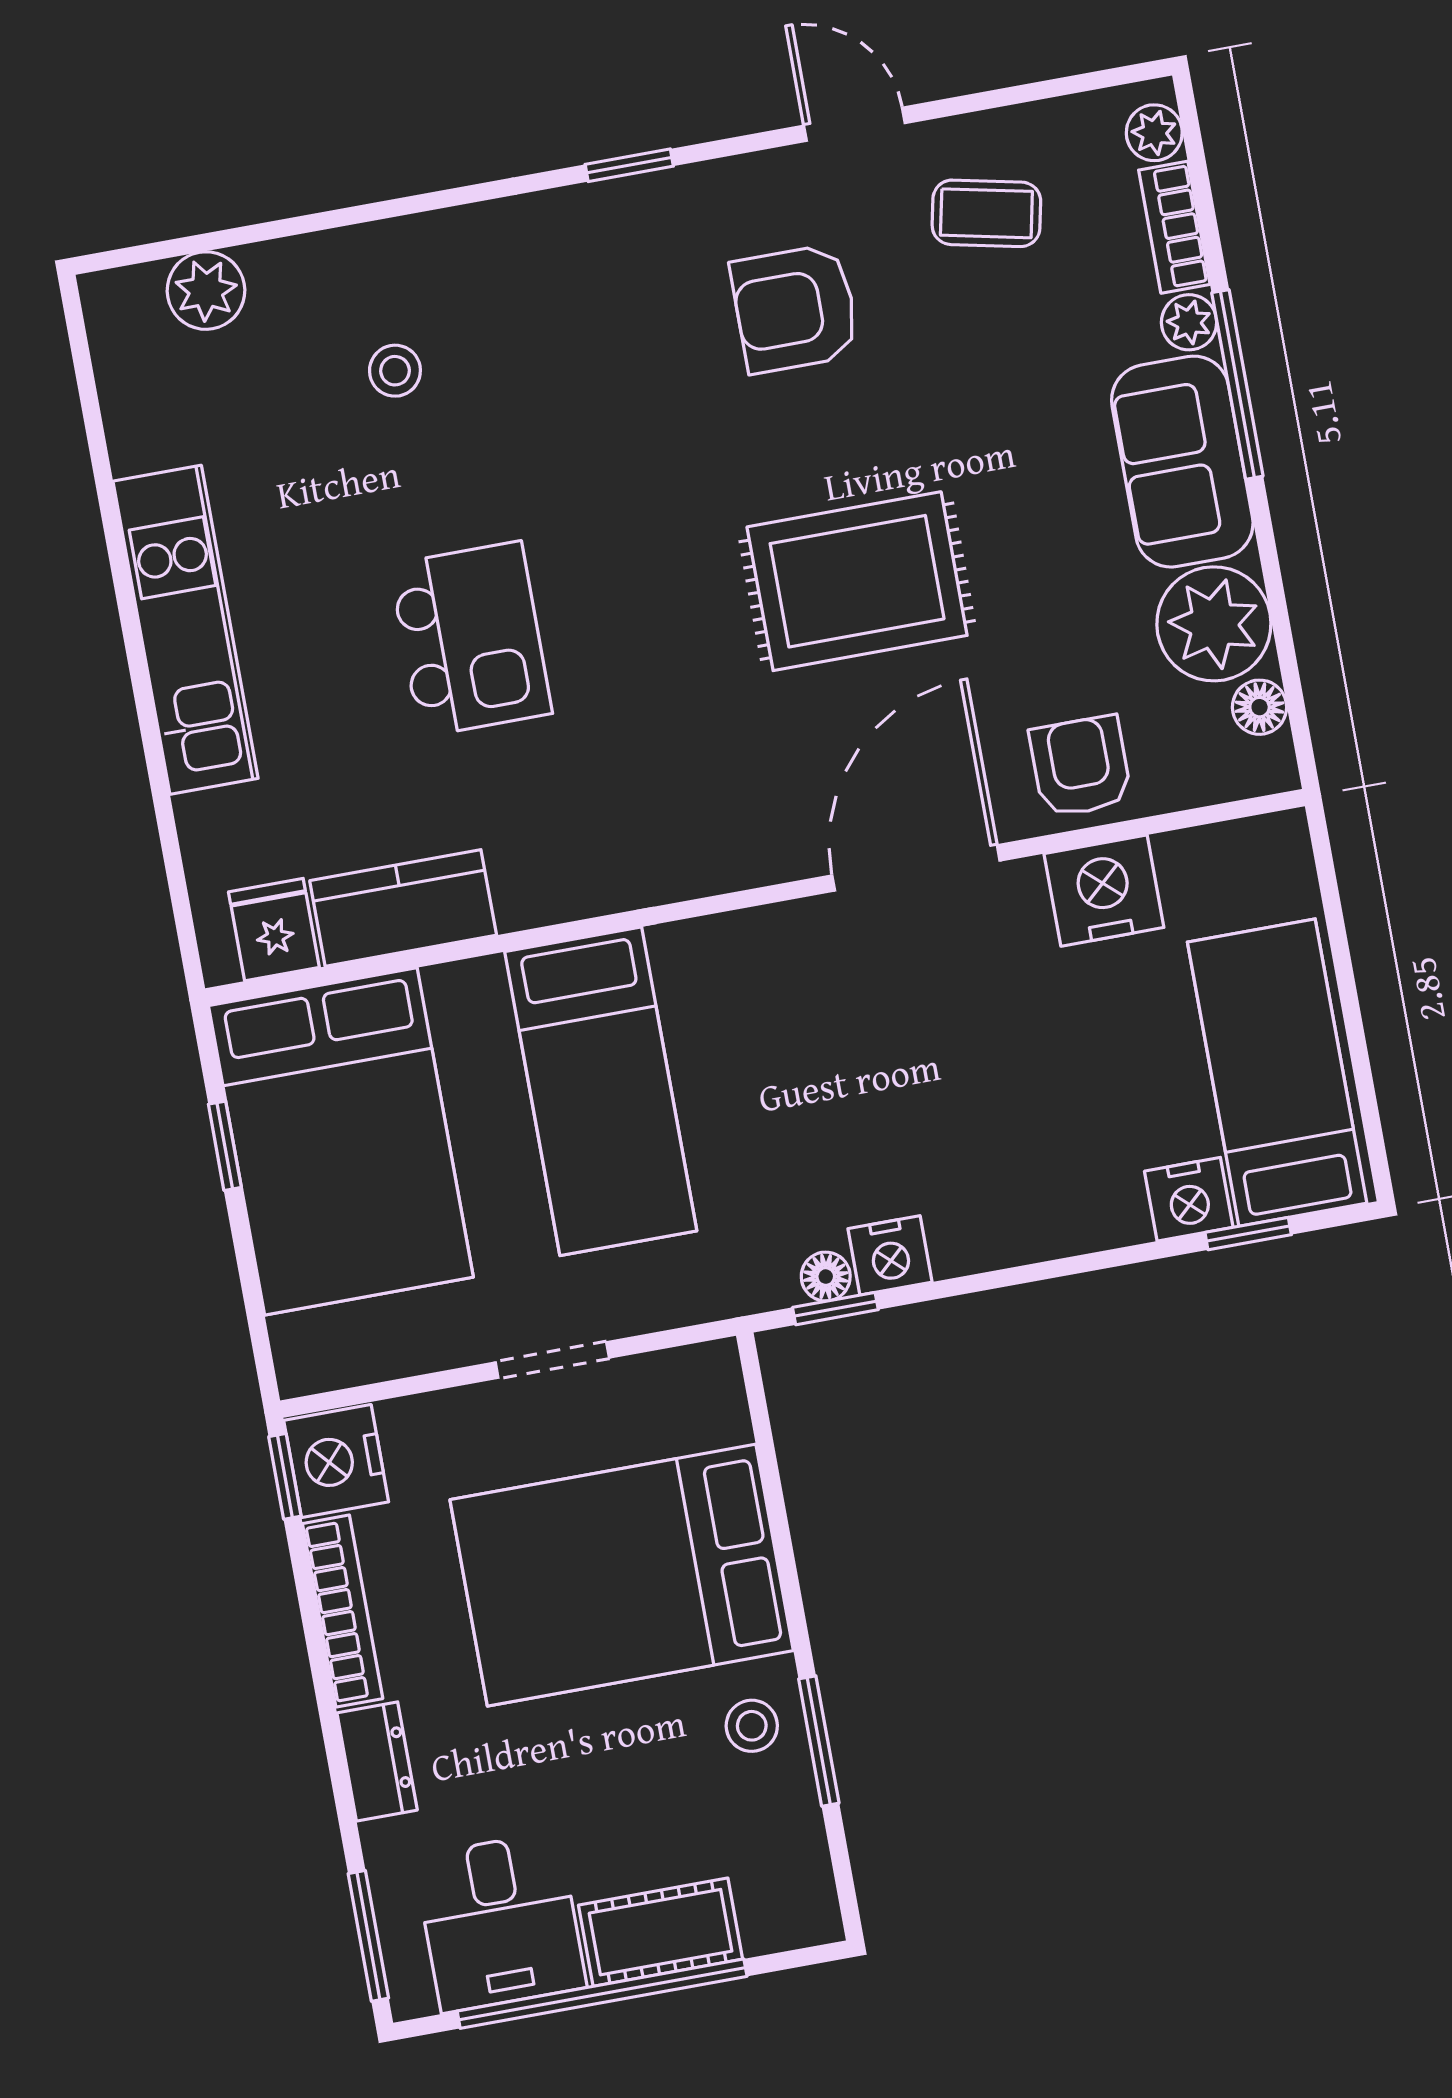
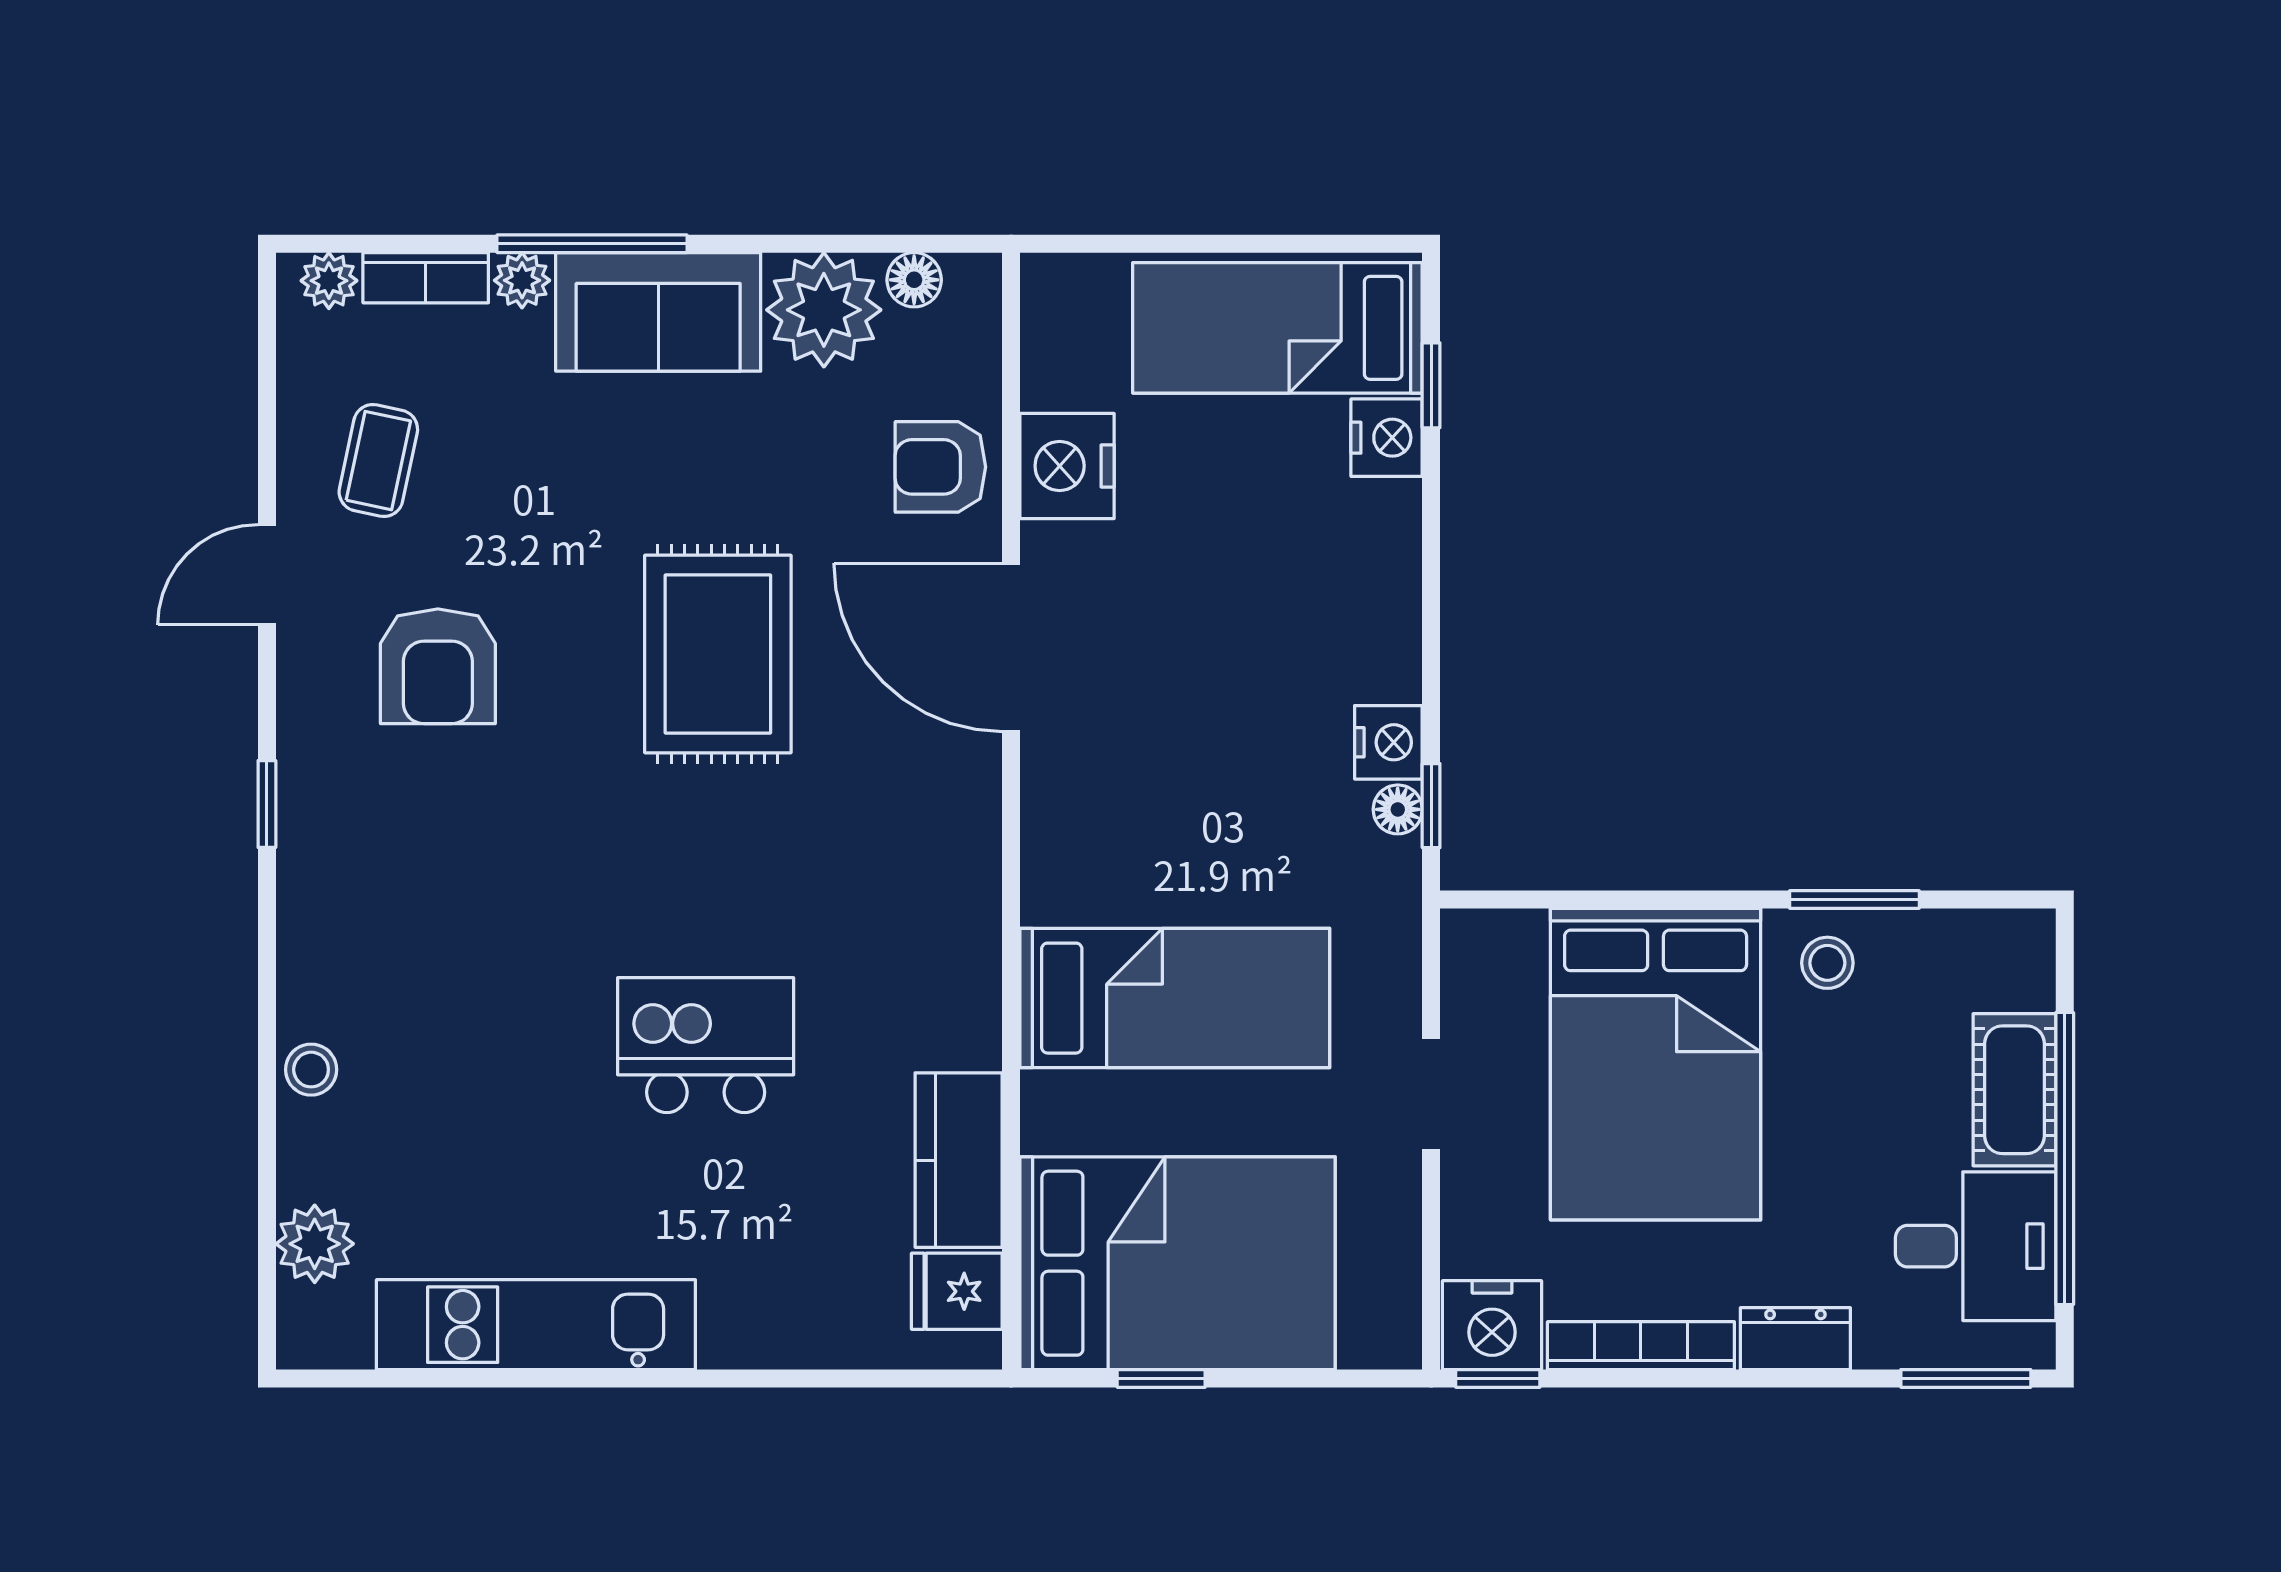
stool: (395, 371) -> (311, 1070), moved
kitchen unit: (186, 630) -> (536, 1325), moved

